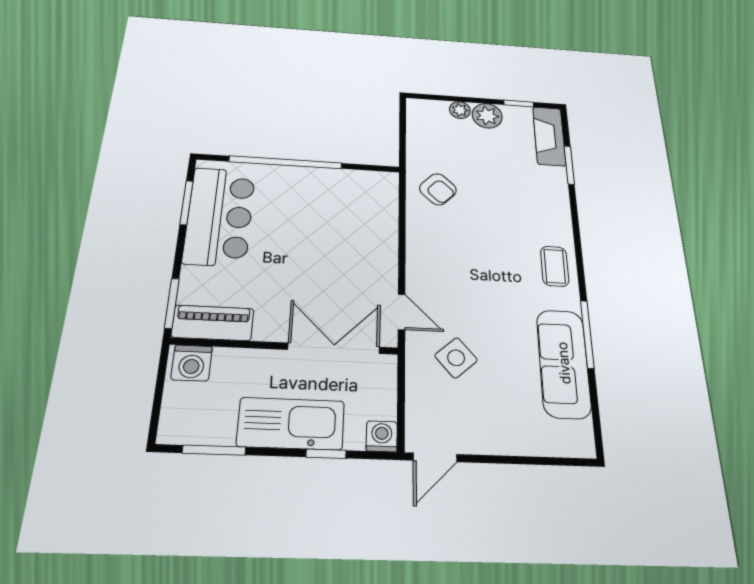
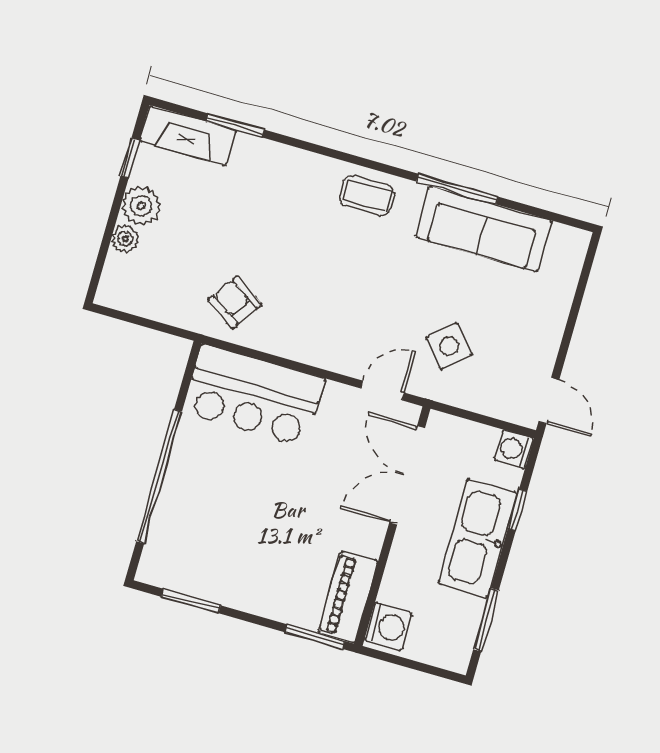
armchair: (438, 189) -> (235, 302), turned -100
bar counter: (220, 216) -> (254, 395), moved, turned 180

